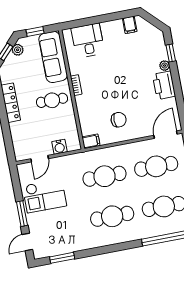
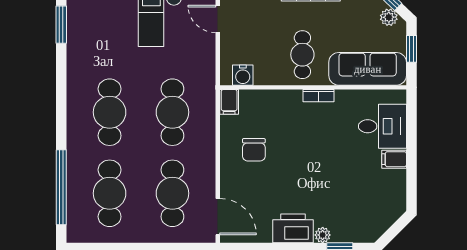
filing cabinet: (130, 25) -> (394, 159), moved
water cooler: (59, 147) -> (243, 75), moved, turned -90

